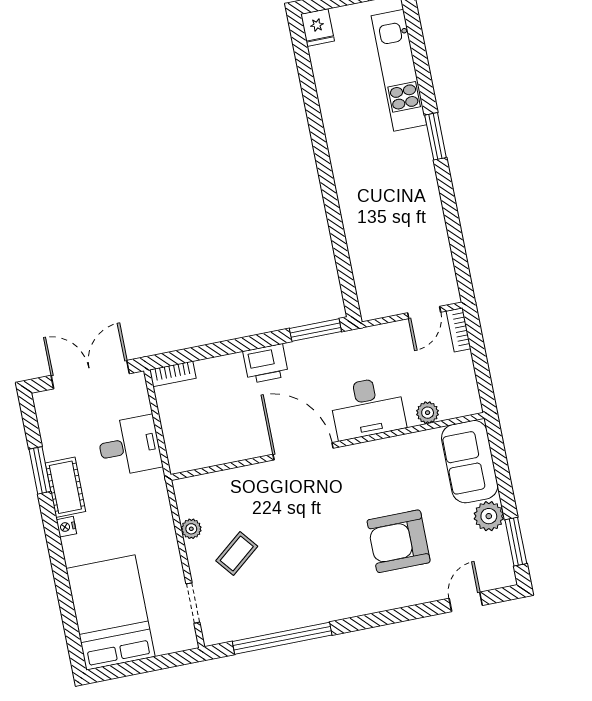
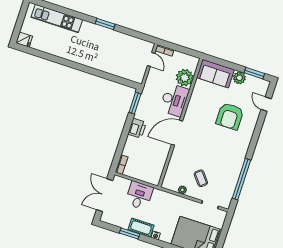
window: (436, 136) -> (105, 24), moved
plant: (428, 413) -> (185, 78), width x1.87, depth x1.87

